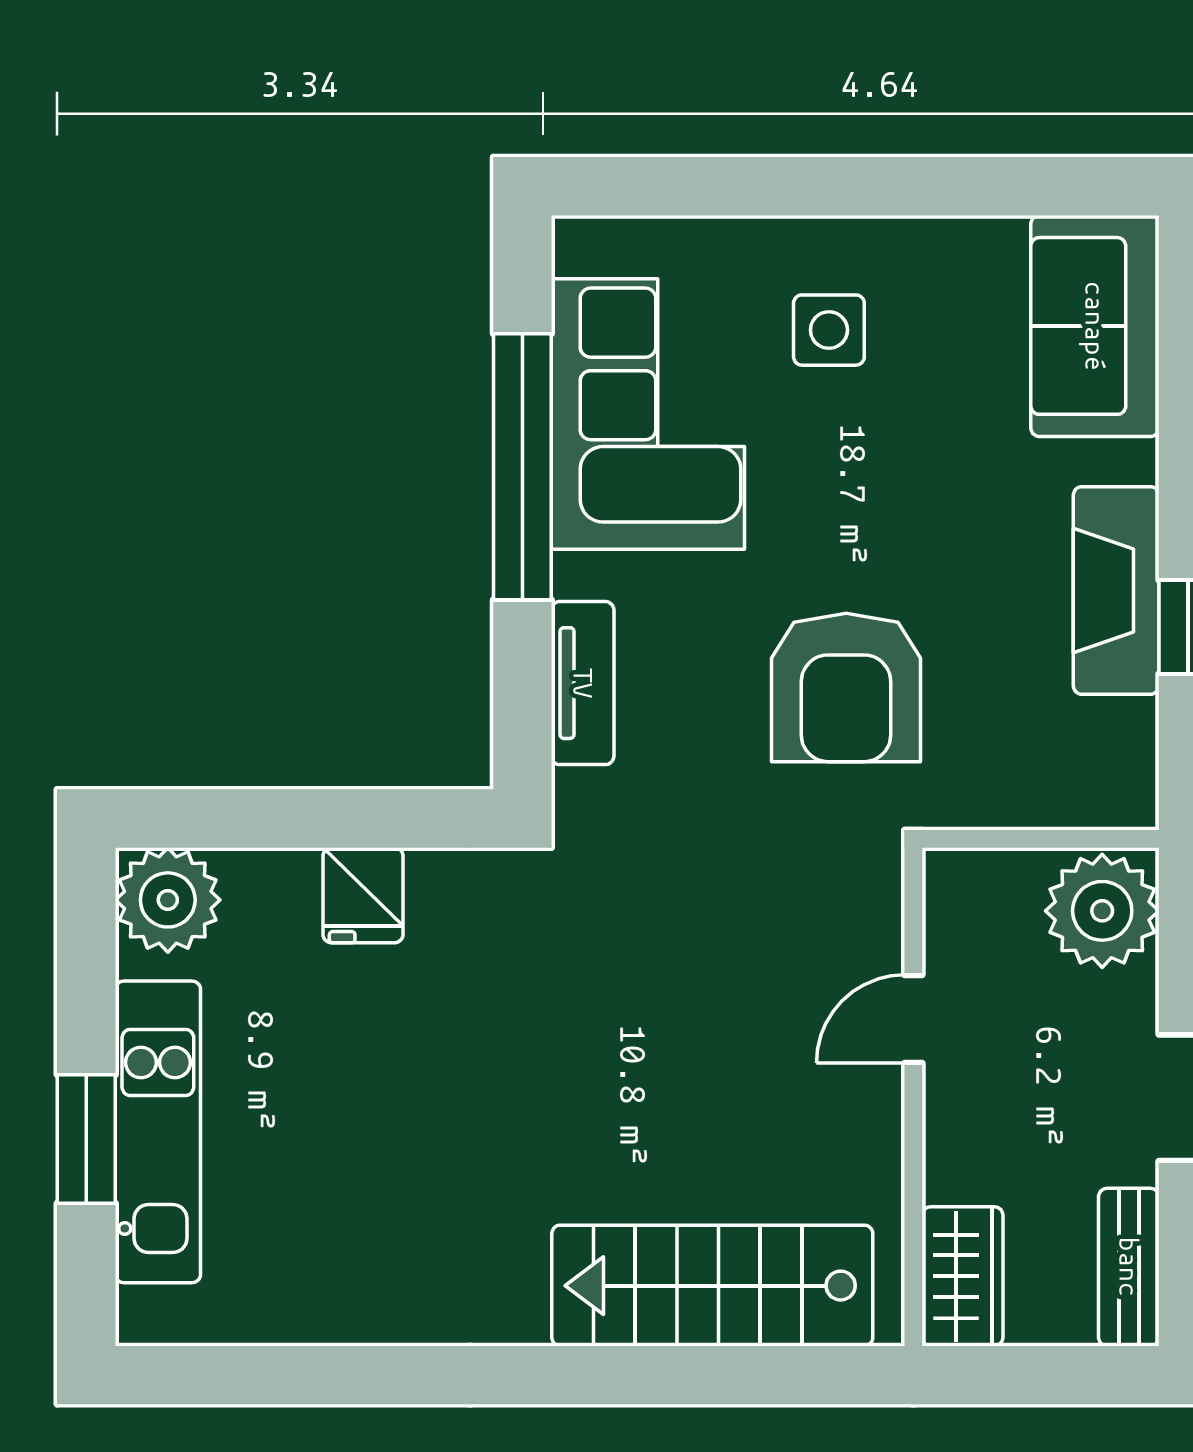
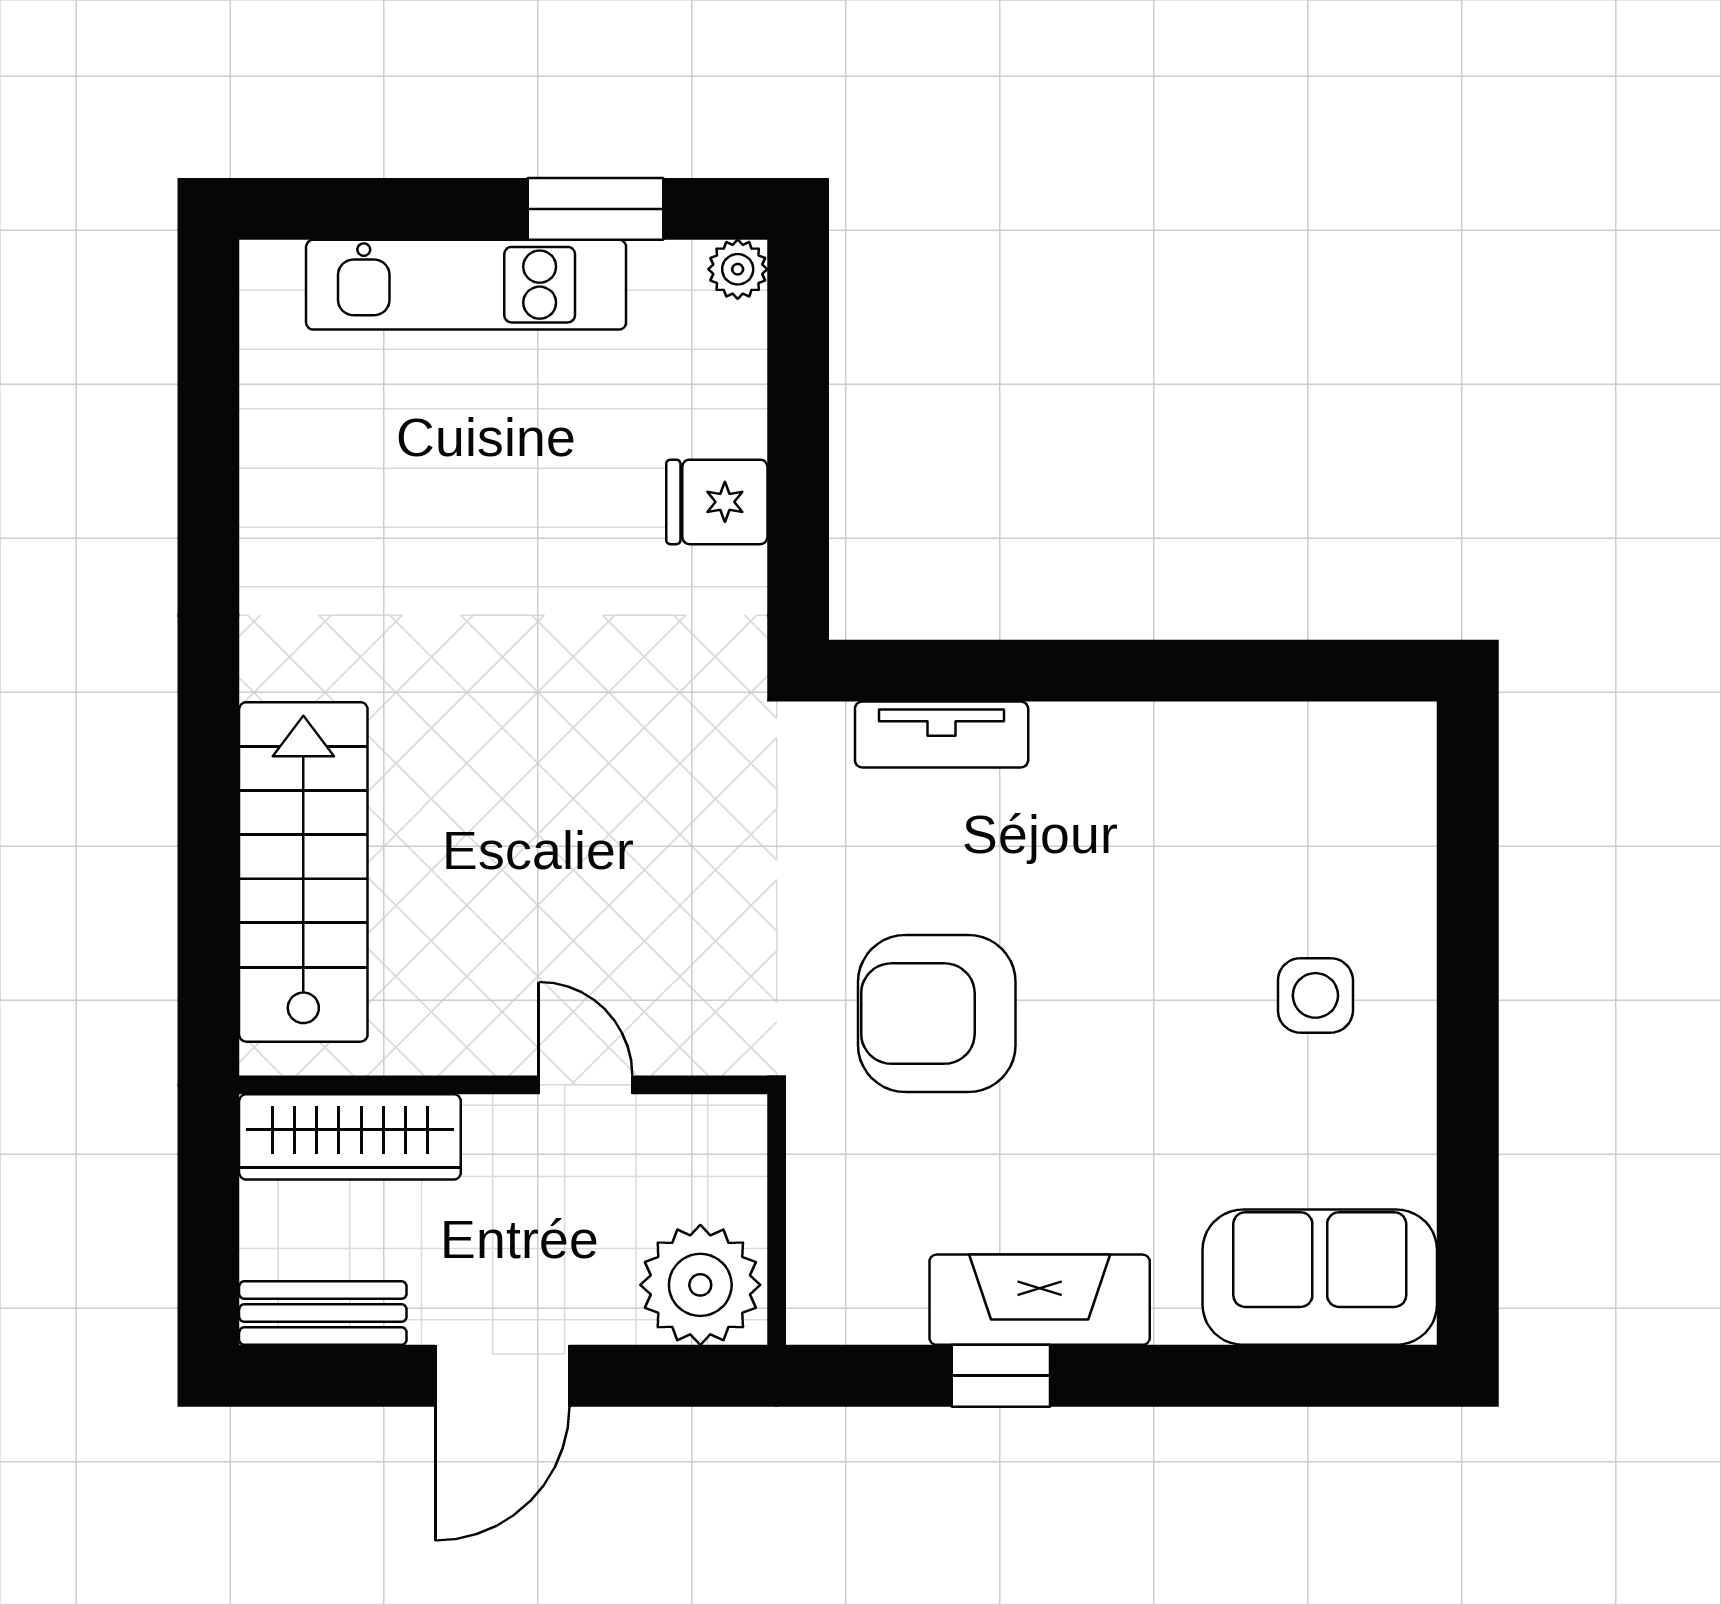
corner sofa: (648, 414) -> (1227, 804), removed
window: (522, 467) -> (1171, 671), removed
plant: (168, 900) -> (738, 269), width x0.53, depth x0.53
window: (86, 1139) -> (596, 209), moved
wardrobe: (962, 1276) -> (350, 1137), width x1.50

